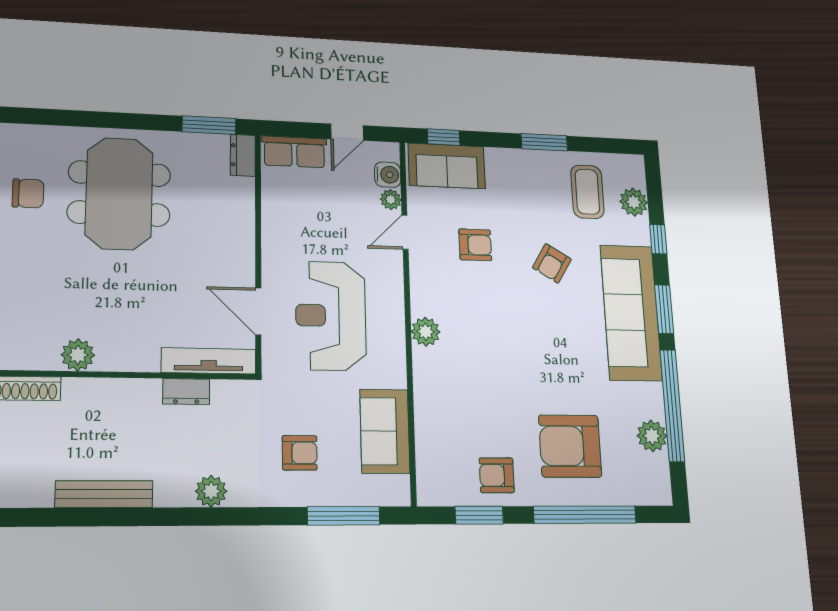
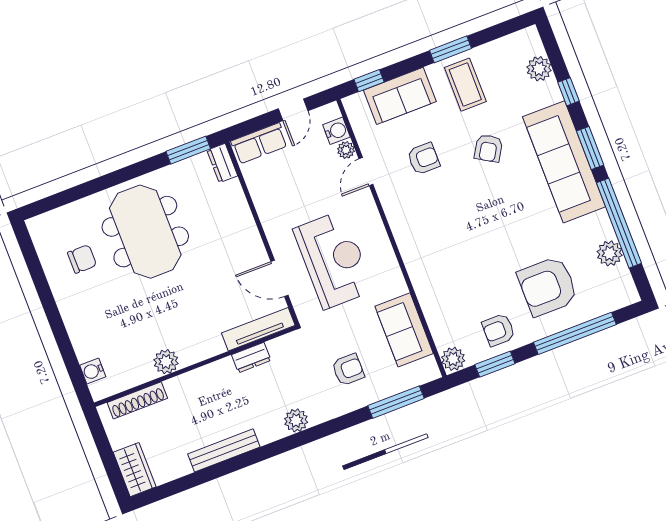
sofa: (447, 166) -> (400, 96), moved
coffee table: (587, 192) -> (465, 85), moved
reception desk: (331, 316) -> (333, 260), turned 180
plant: (426, 332) -> (453, 359), moved

